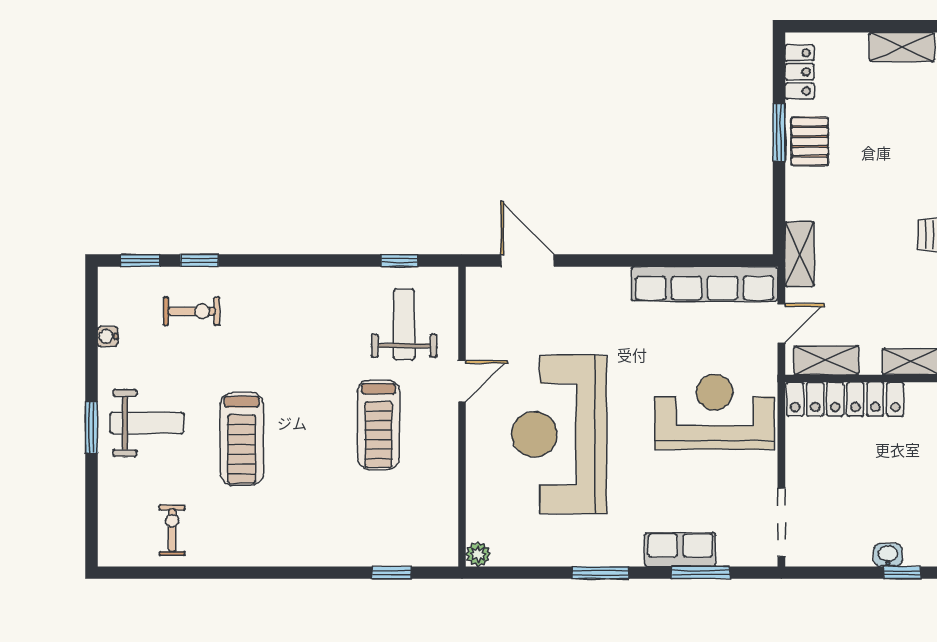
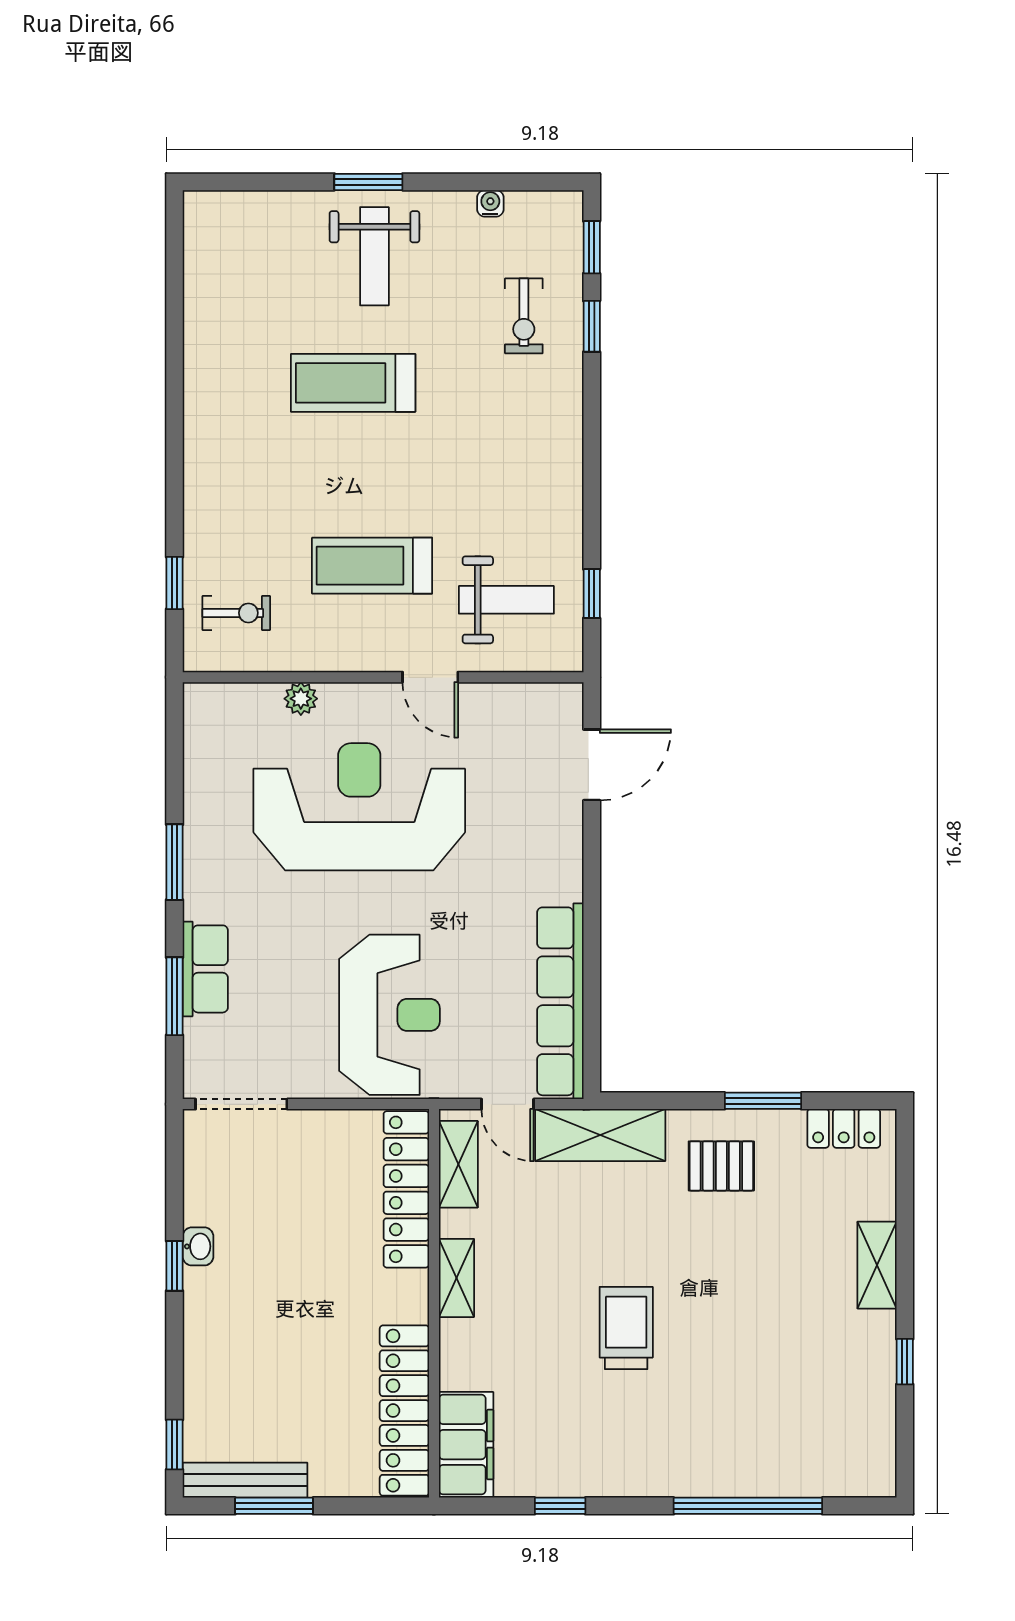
pallet: (810, 141) -> (721, 1166), moved
shelving: (800, 254) -> (600, 1135), width x1.50, depth x1.33
exercise bike: (172, 530) -> (236, 613), moved
plant: (478, 554) -> (301, 699), moved

